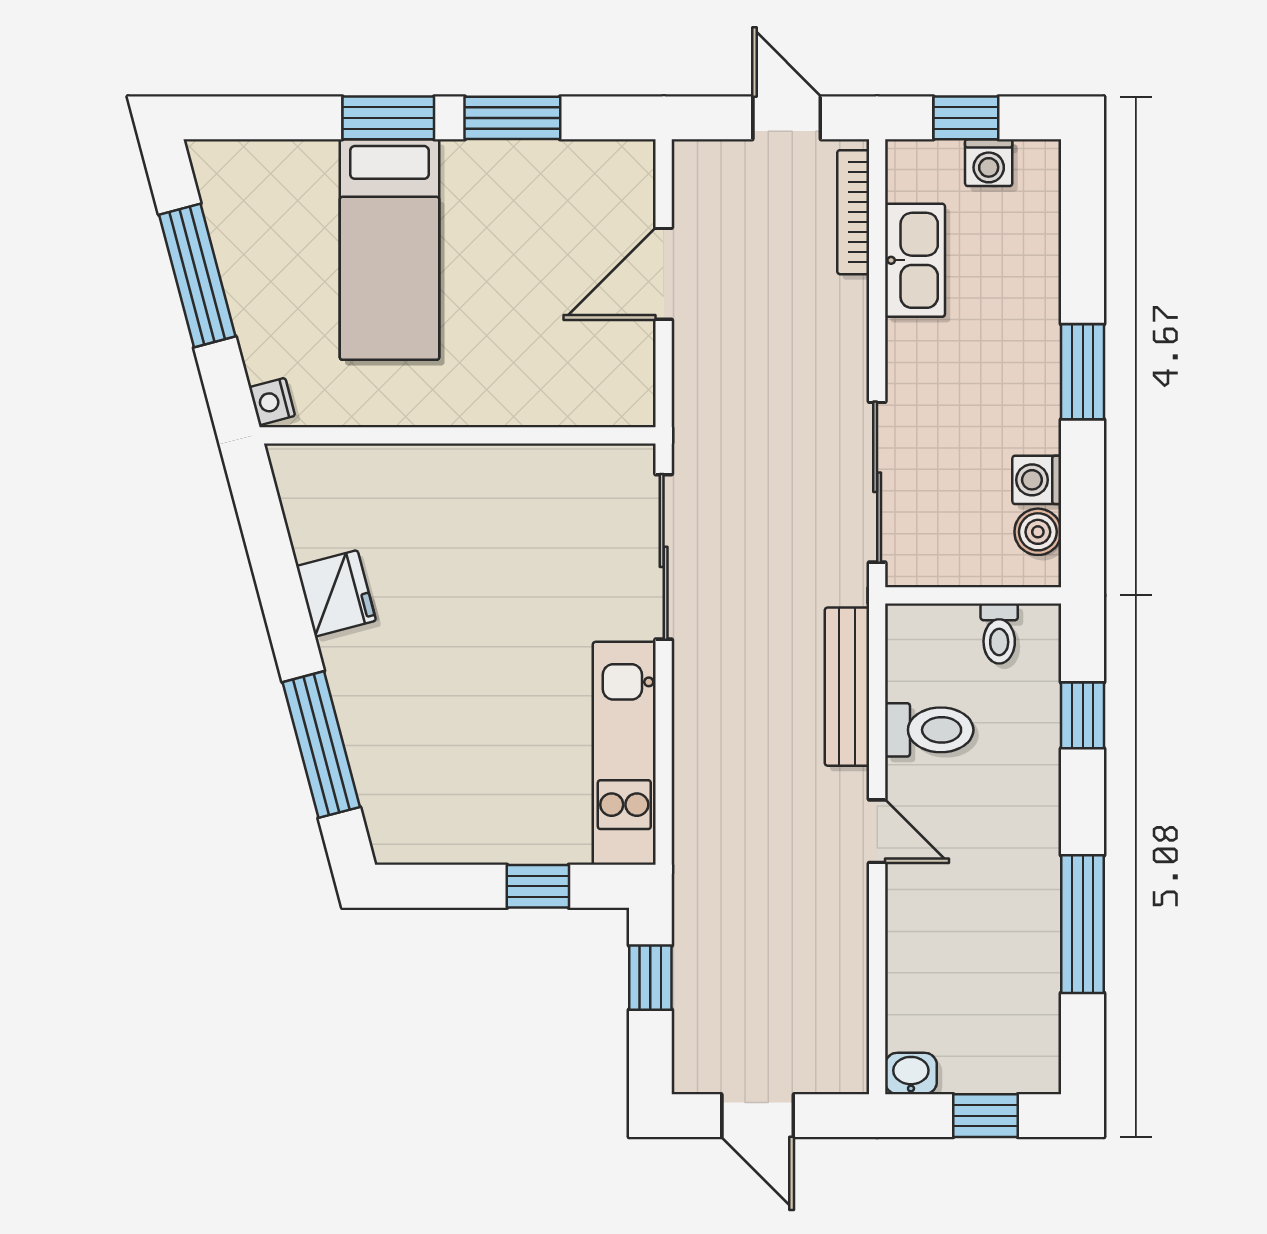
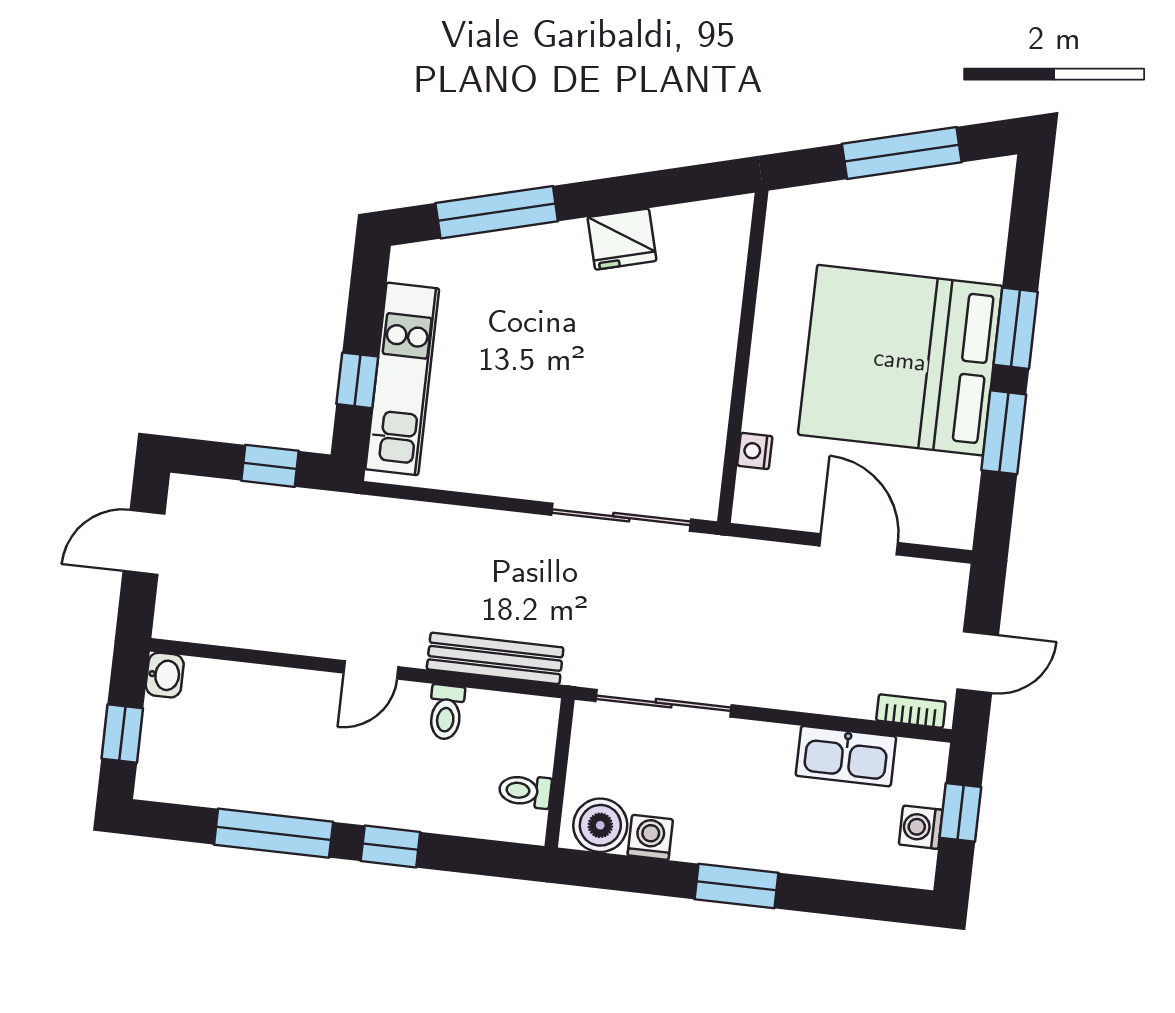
bookcase: (853, 212) -> (911, 711), width x0.64
bed: (389, 250) -> (900, 360), width x2.04
nightstand: (272, 402) -> (755, 451), moved, turned -75
boiler: (1038, 532) -> (600, 825), width x1.36, depth x1.36
window: (1083, 715) -> (390, 846), moved
toilet: (929, 730) -> (446, 712), width x0.73, depth x0.72
kitchen unit: (624, 753) -> (402, 379), moved, turned 90

